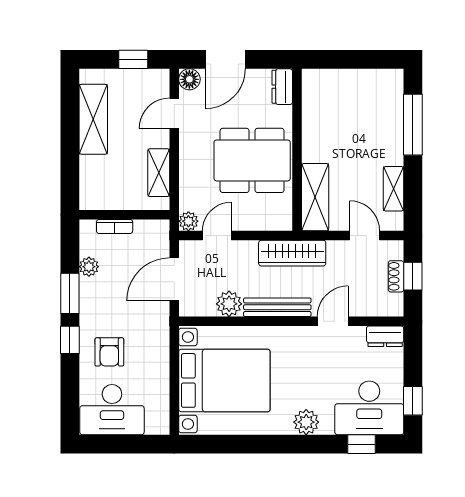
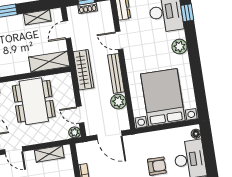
floor lamp: (154, 427) -> (196, 134), added

